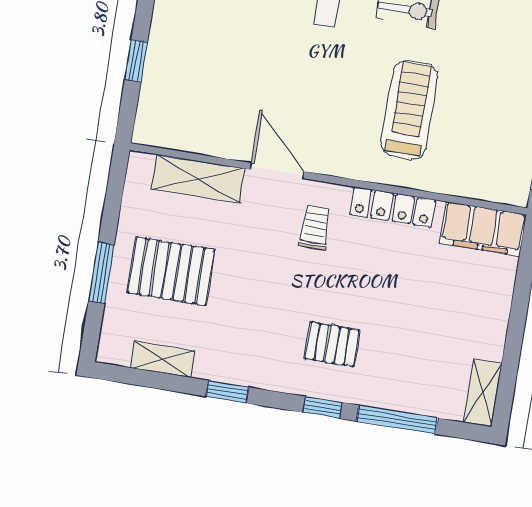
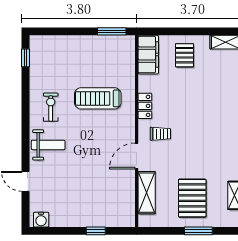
locker: (393, 207) -> (145, 106), width x0.66
trolley: (315, 227) -> (160, 134), turned 180
pallet: (332, 344) -> (184, 55), moved

